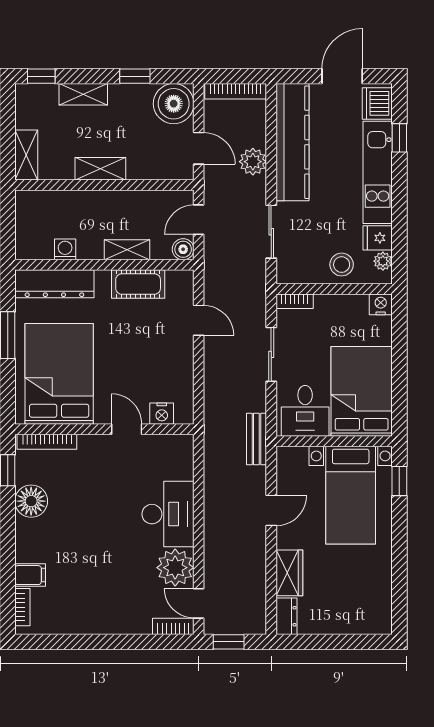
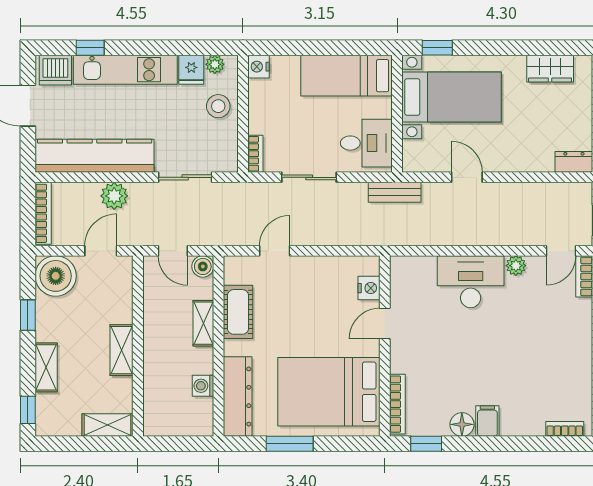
bed: (362, 391) -> (347, 76), width x0.67
floor lamp: (31, 501) -> (462, 424), width x0.73, depth x0.73
plant: (175, 568) -> (516, 266), width x0.53, depth x0.53
wardrobe: (289, 573) -> (550, 69), moved, turned 180
filing cabinet: (30, 575) -> (487, 421), moved

